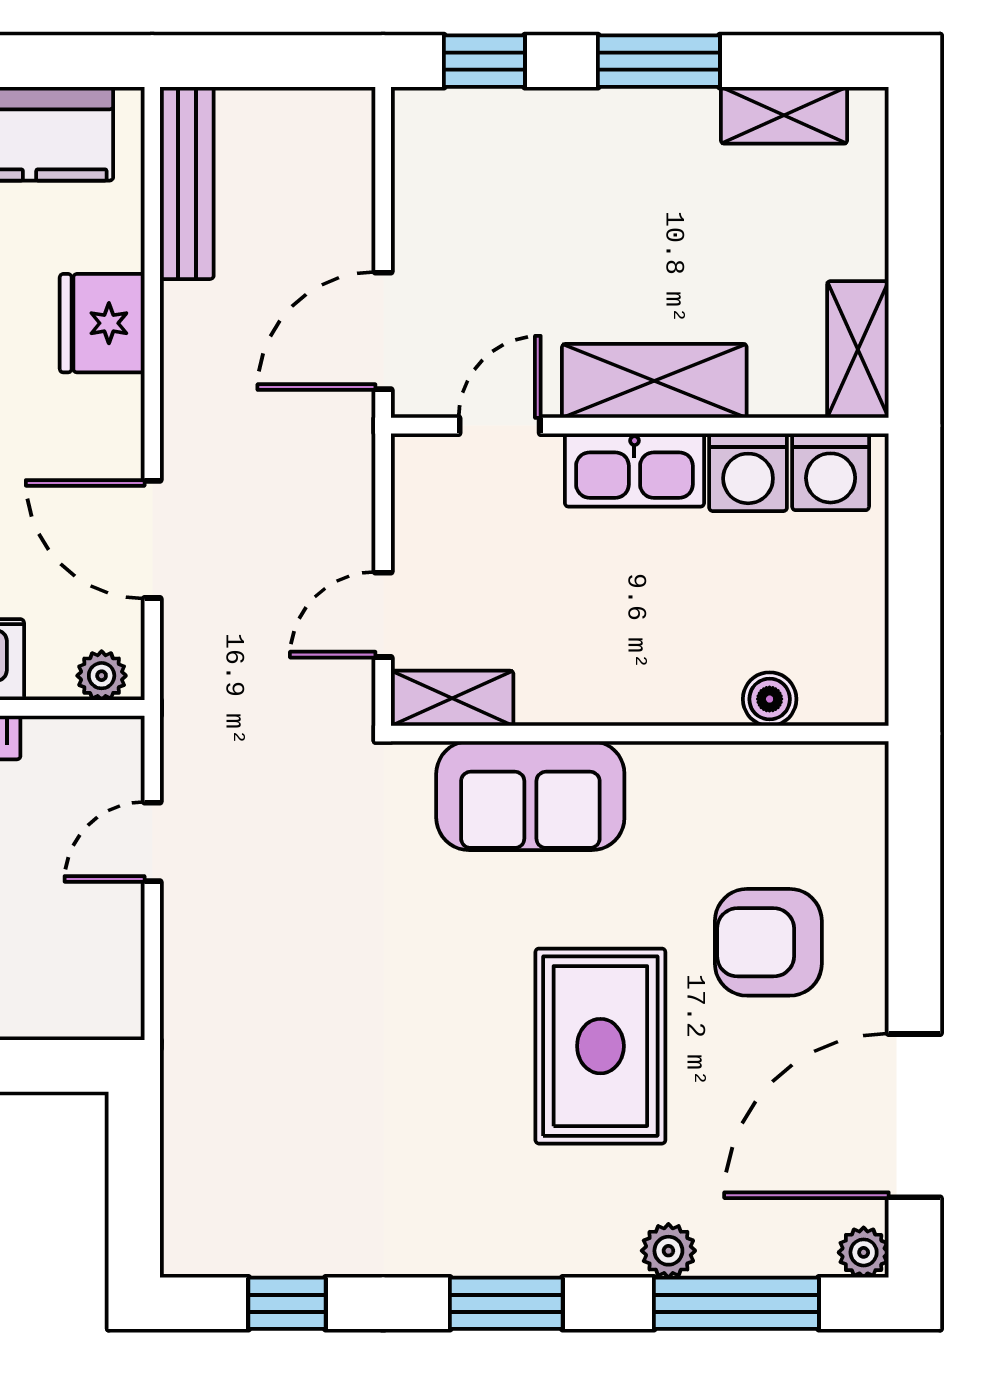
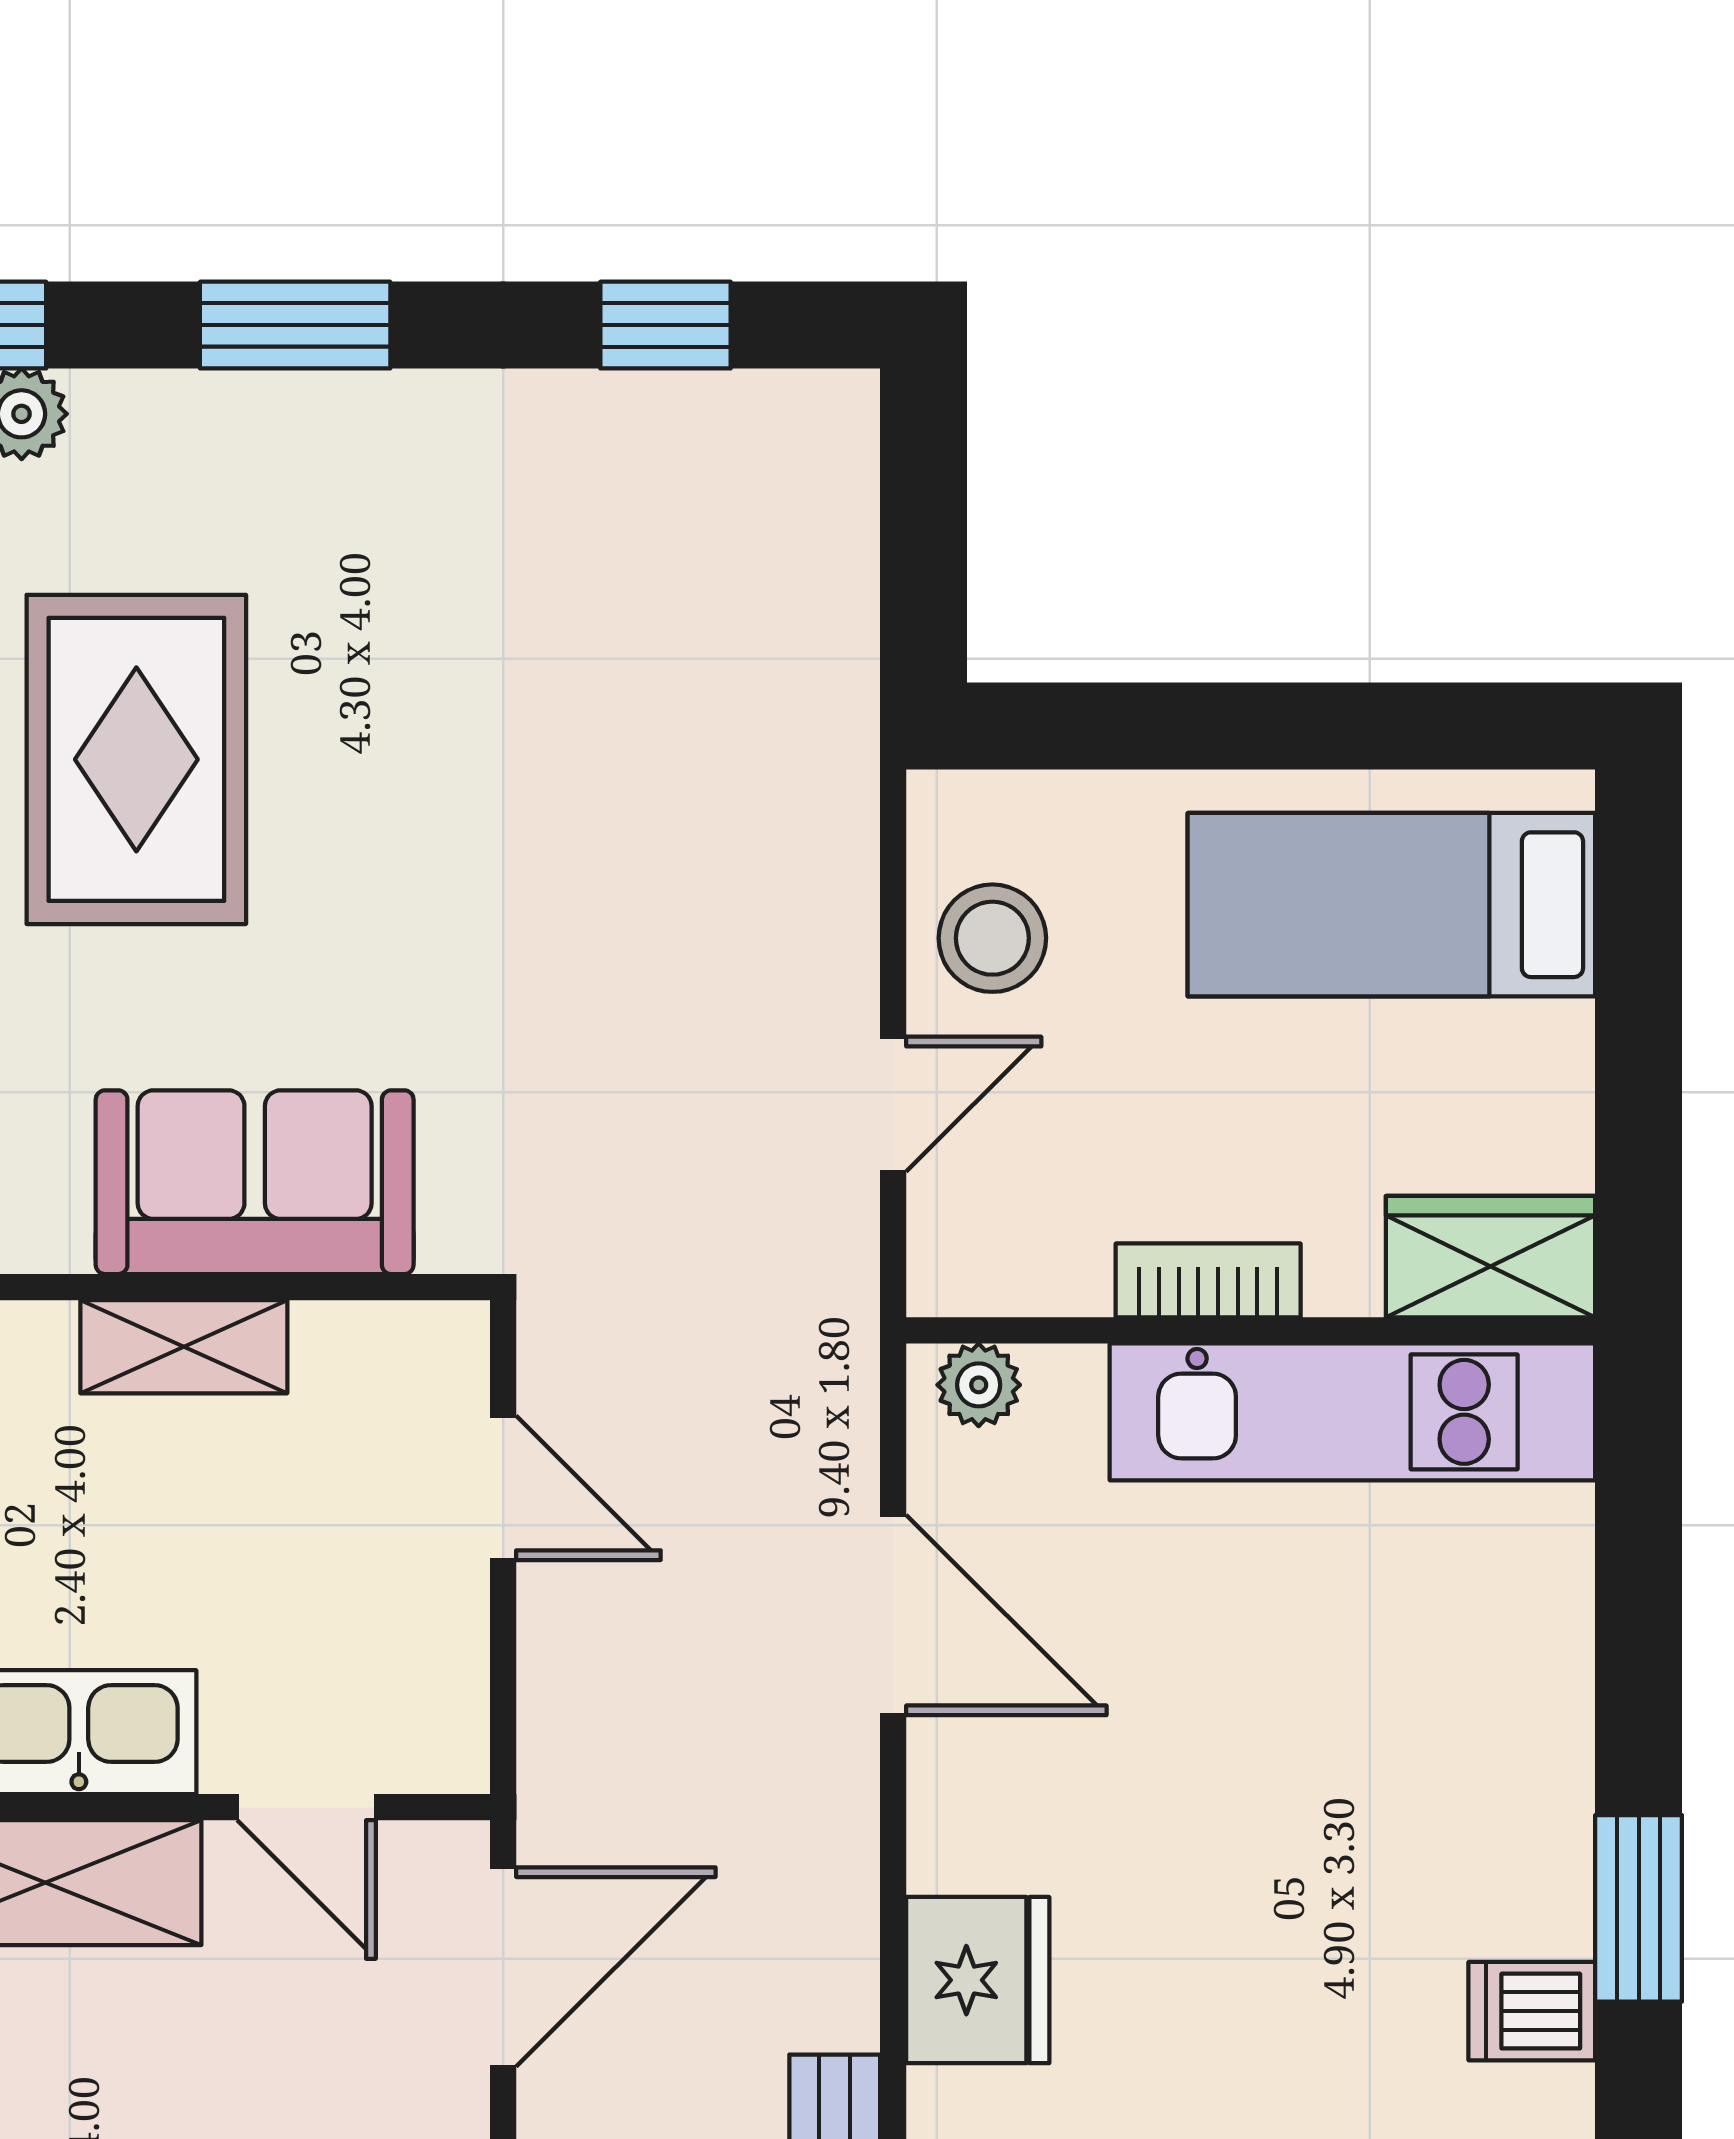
door: (500, 426) -> (307, 1807), hinge flipped
door: (383, 615) -> (503, 1488), hinge flipped
shelving: (452, 698) -> (184, 1347), moved
stool: (93, 940) -> (992, 938), added

